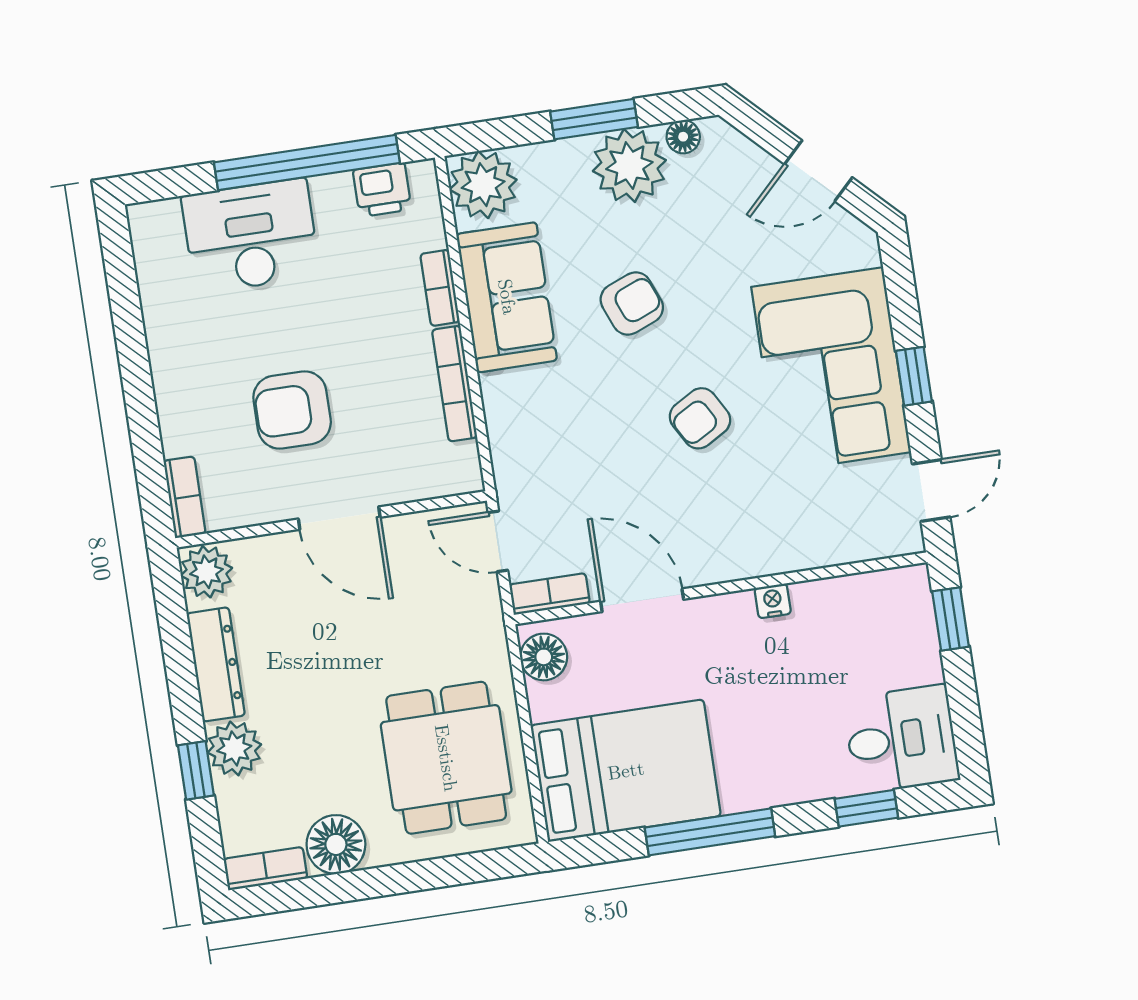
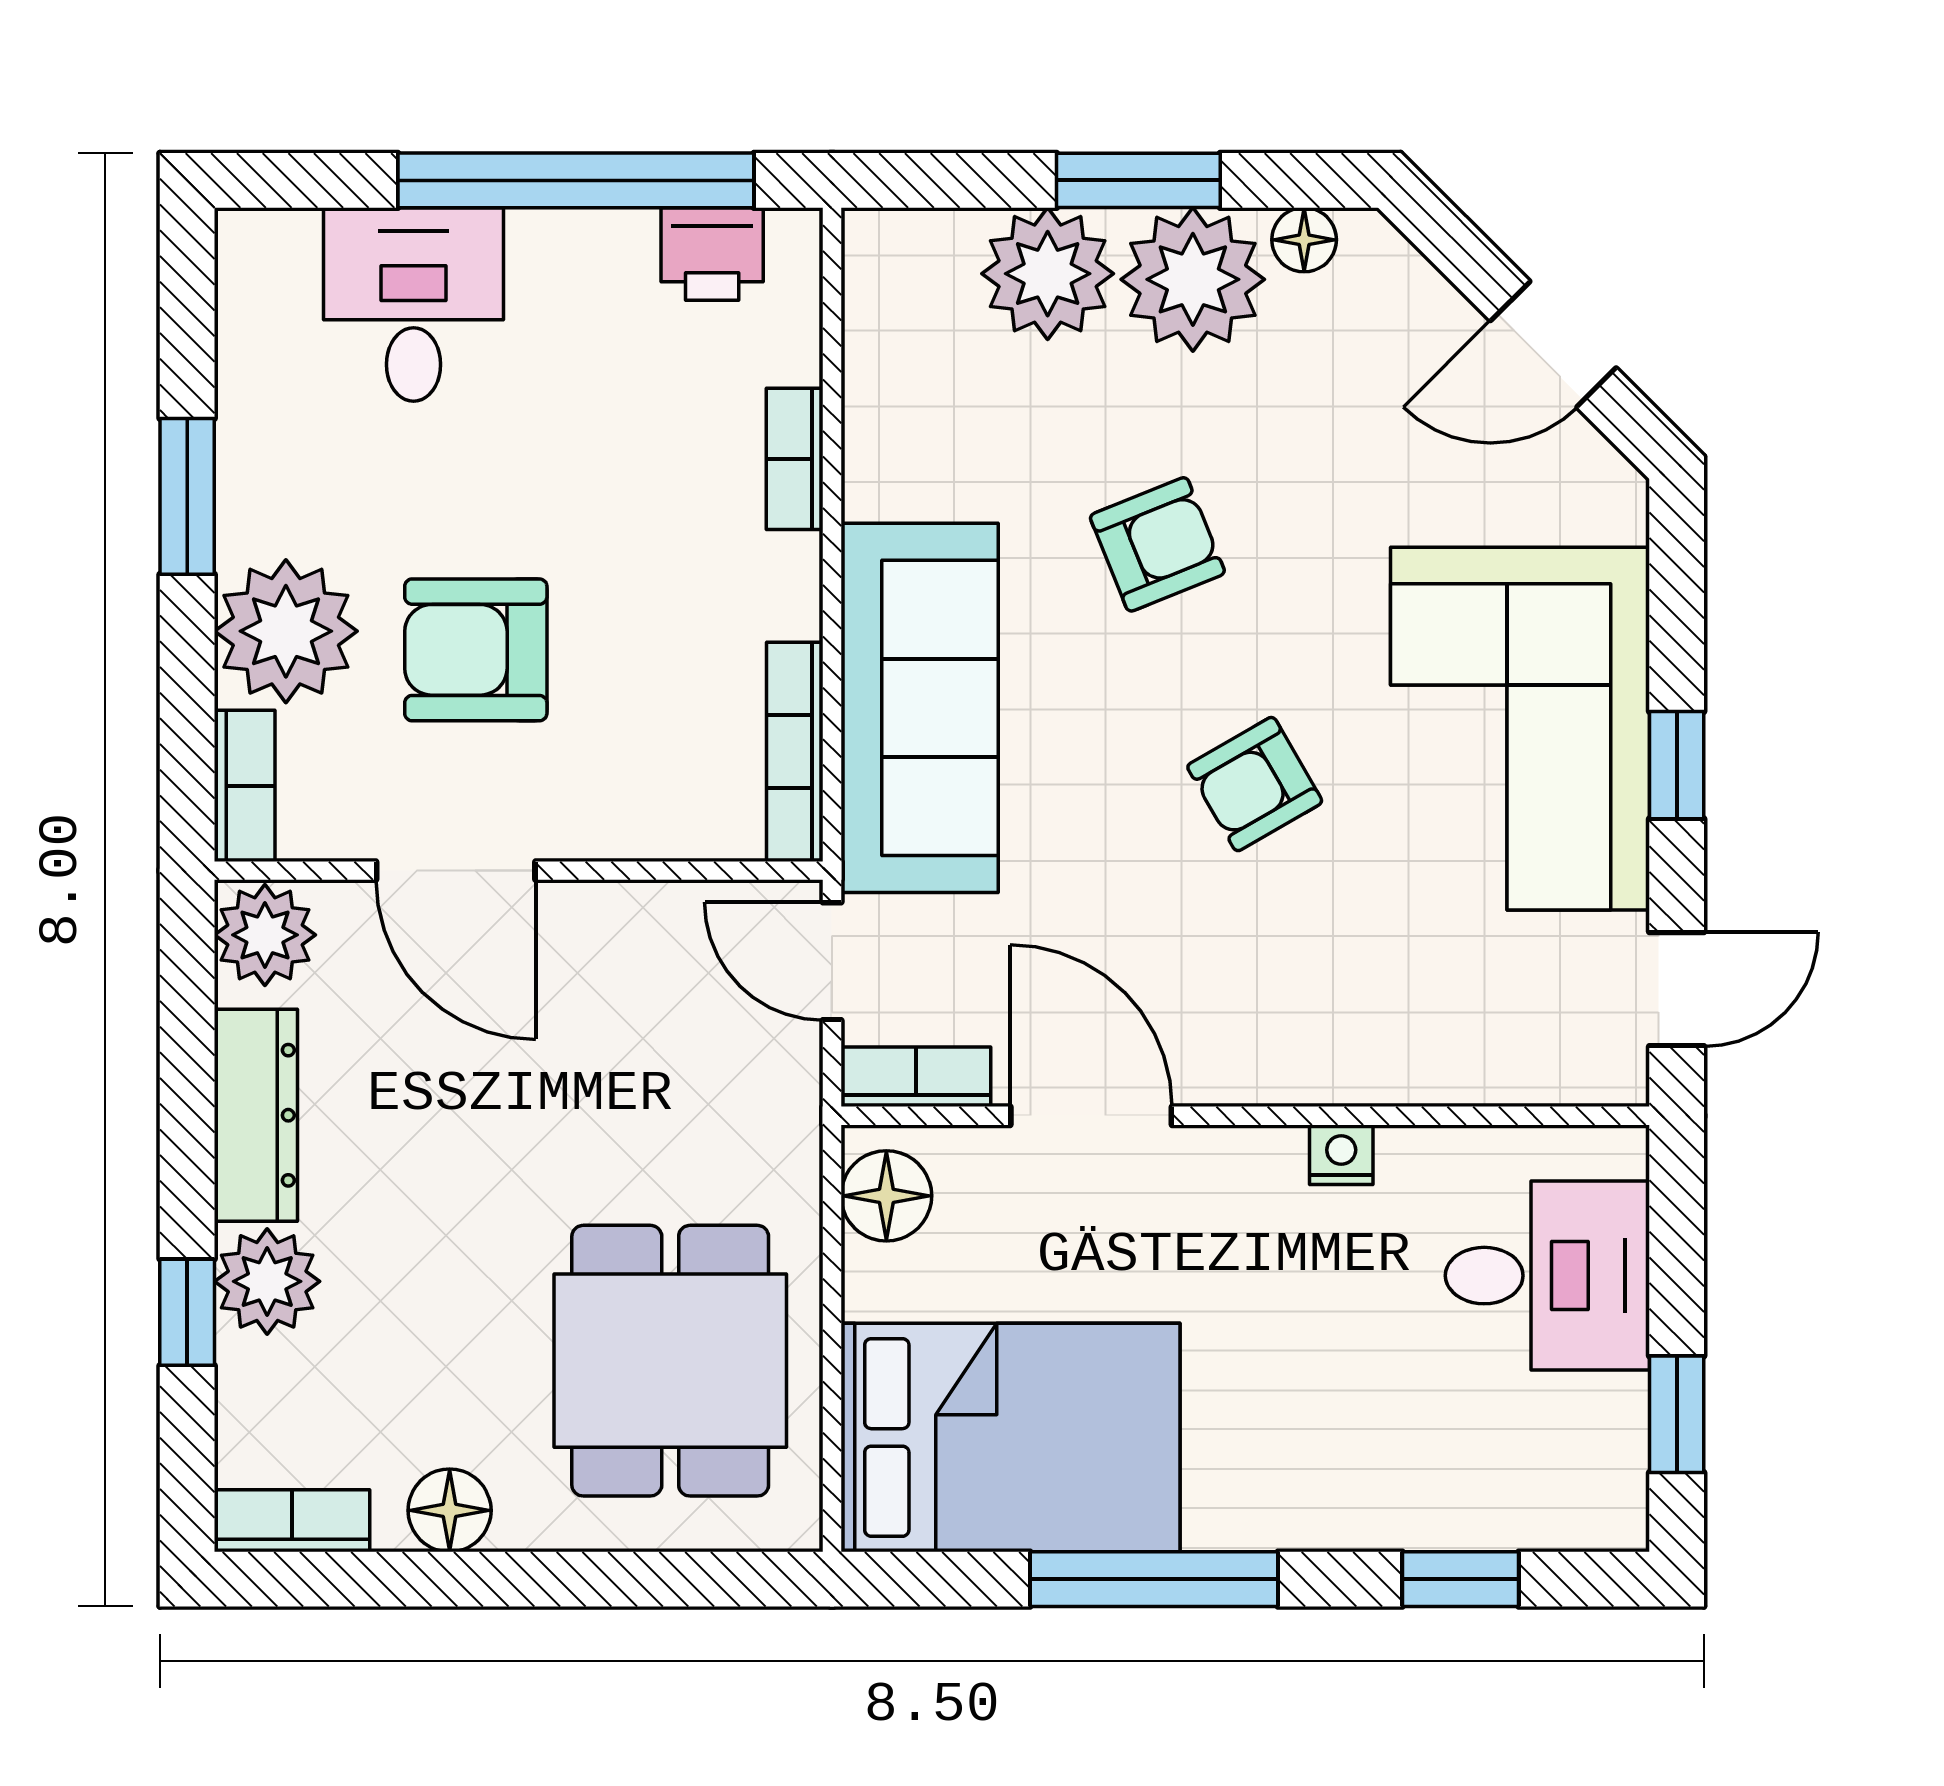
plant: (483, 185) -> (1048, 274), moved
desk: (251, 236) -> (414, 304), width x0.73
sofa: (507, 297) -> (920, 708), moved, width x1.36
window: (133, 354) -> (187, 496), added
bookcase: (455, 384) -> (795, 752), moved
plant: (194, 415) -> (286, 631), added
door: (339, 518) -> (456, 871), moved
window: (951, 619) -> (1677, 1414), moved
desk: (901, 739) -> (1547, 1276), moved
floor lamp: (336, 844) -> (450, 1510), width x0.73, depth x0.73

